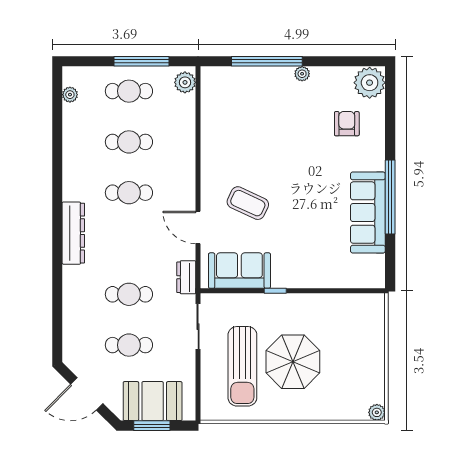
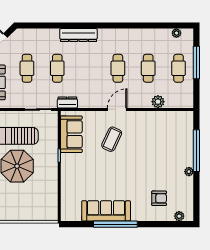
window: (141, 61) -> (196, 62), moved
plant: (185, 82) -> (158, 102), moved
plant: (370, 83) -> (179, 216), width x0.53, depth x0.53
door: (198, 227) -> (117, 109), moved
dresser: (73, 233) -> (78, 35), moved

